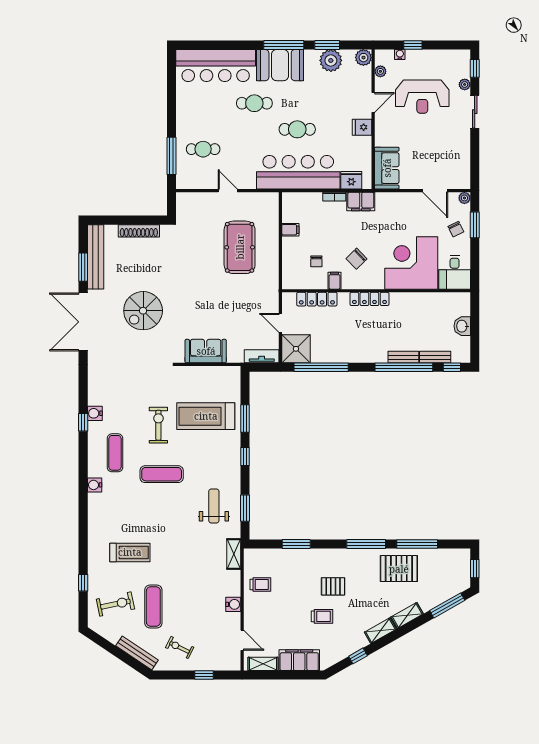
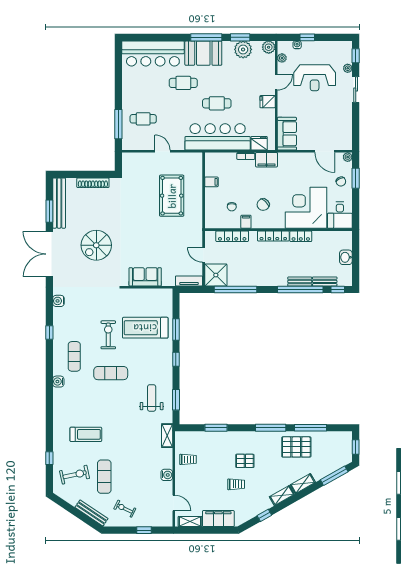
locker: (405, 299) -> (301, 236), added
water cooler: (95, 413) -> (58, 301), moved

